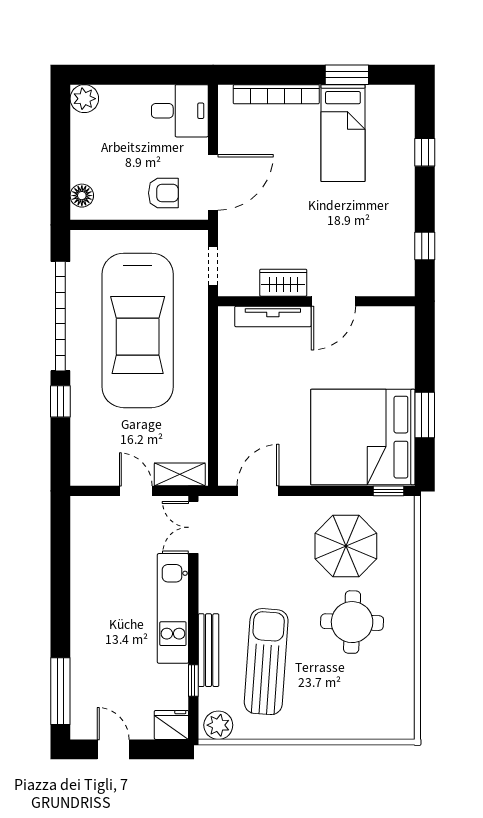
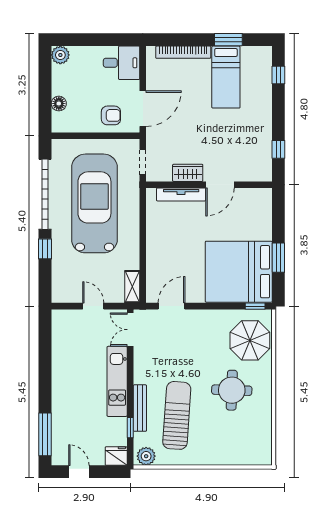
window: (425, 152) -> (278, 75), moved
floor lamp: (82, 196) -> (59, 104), moved
car: (138, 330) -> (94, 203), turned 180
shelving: (180, 474) -> (132, 287), moved, turned 90
parasol: (346, 546) -> (250, 340), moved

